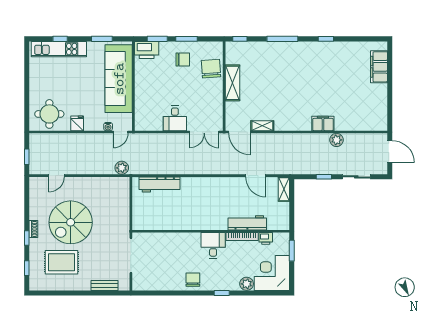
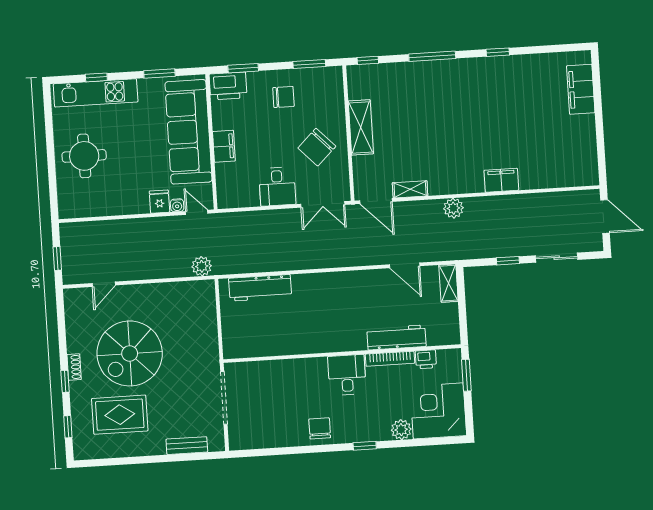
window: (186, 39) -> (309, 64), moved
chair: (211, 69) -> (317, 147), moved, turned -130
filing cabinet: (141, 90) -> (224, 146), added
round table: (49, 114) -> (84, 156), moved
fridge: (77, 123) -> (159, 202), moved
door: (121, 132) -> (197, 212), swing flipped
plant: (336, 140) -> (453, 208), moved

